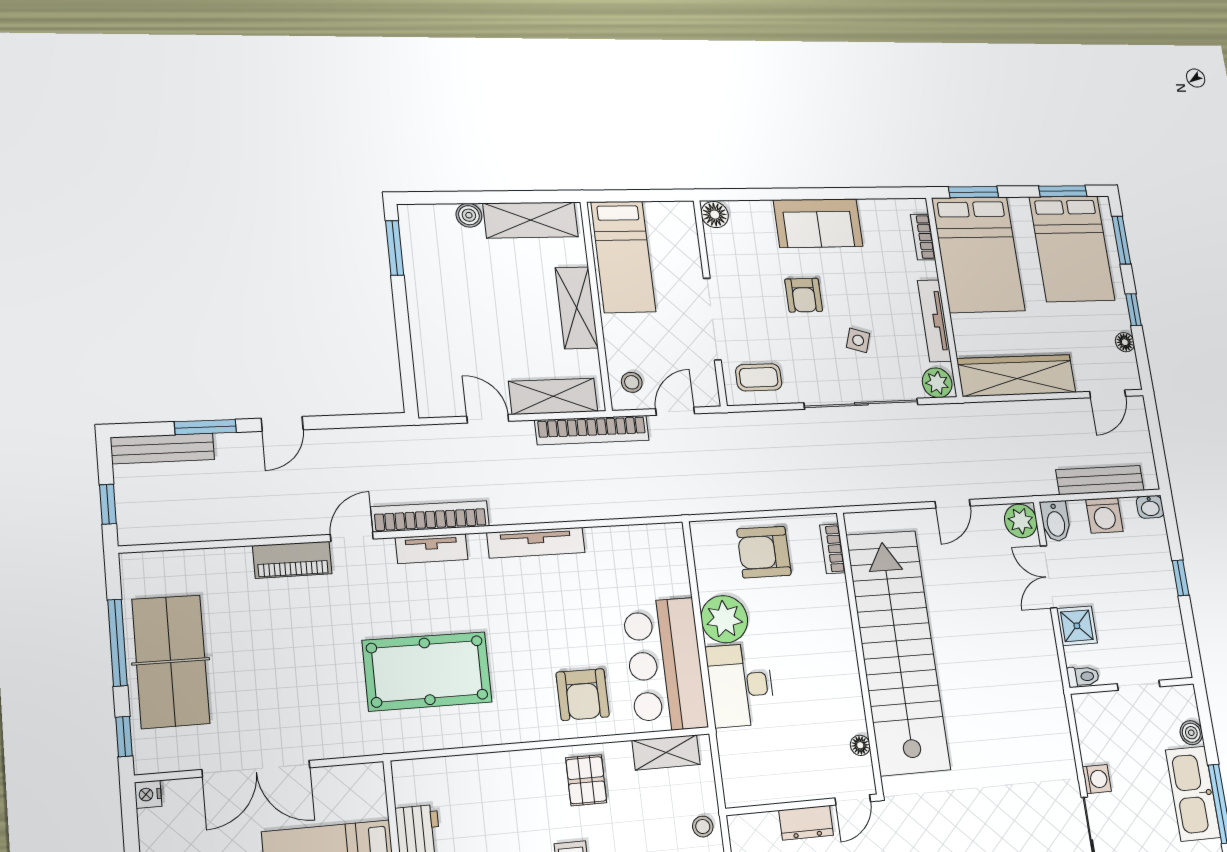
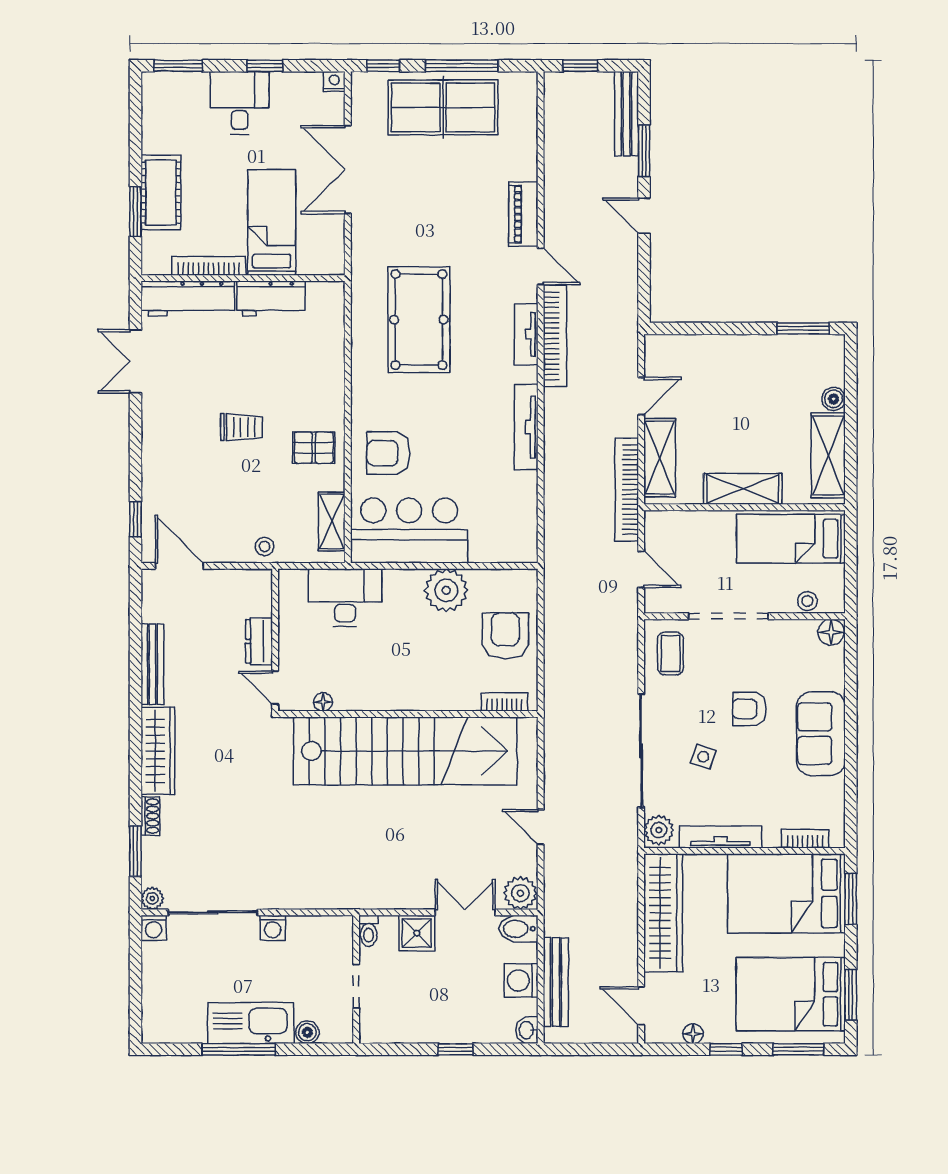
stool: (632, 382) -> (807, 601), moved
desk: (741, 685) -> (345, 598), moved

